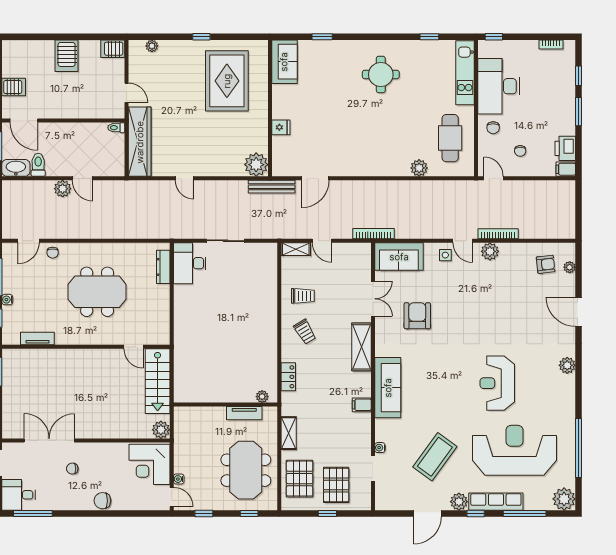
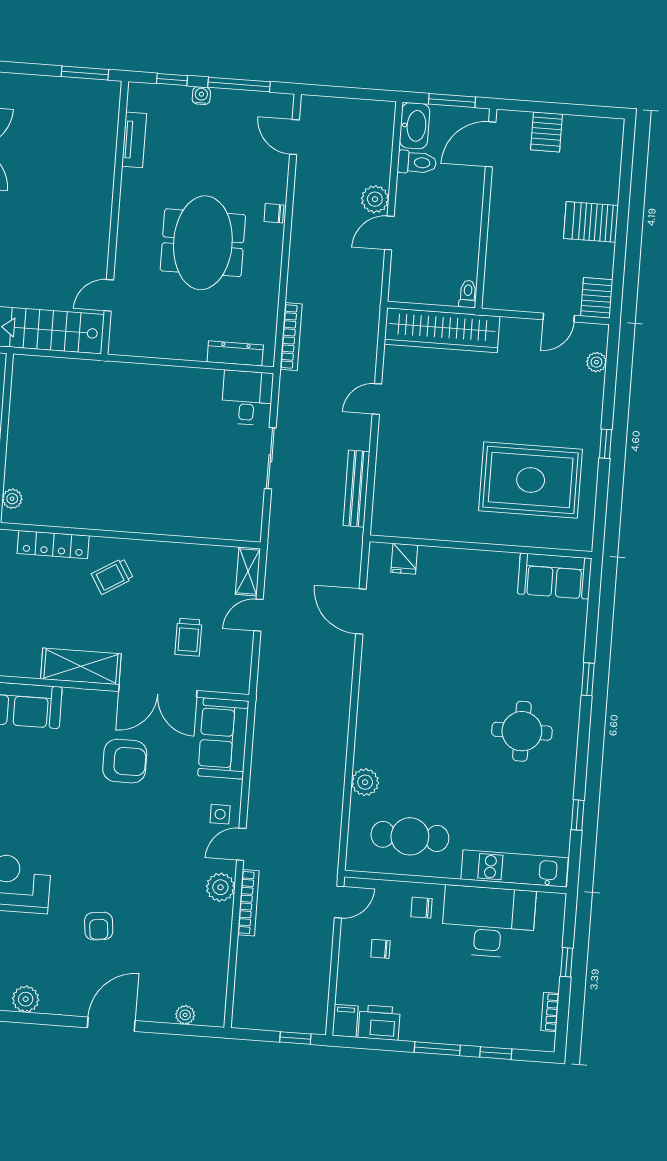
window: (322, 37) -> (588, 679), moved
window: (494, 37) -> (567, 962), moved
door: (126, 93) -> (559, 318), moved
fridge: (281, 127) -> (404, 559), moved
plant: (256, 165) -> (391, 517), removed
bench: (272, 187) -> (356, 489), moved
window: (579, 199) -> (295, 1038), added
bookcase: (373, 234) -> (291, 337), moved
chair: (53, 253) -> (274, 213), moved
desk: (190, 263) -> (247, 398), width x0.73
armchair: (546, 264) -> (99, 926), moved
trolley: (303, 296) -> (188, 637), moved
double door: (373, 299) -> (158, 691), width x1.37
locker: (288, 377) -> (53, 545), width x1.53

